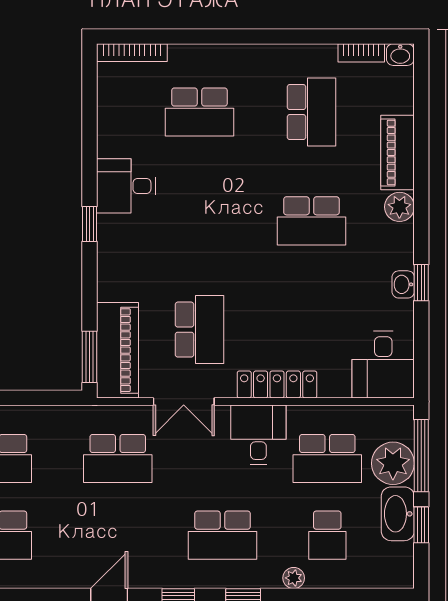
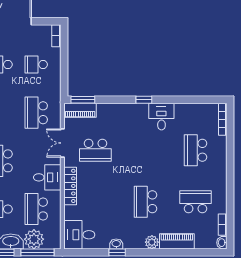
school desk: (311, 112) -> (195, 202), turned 180
piano: (118, 350) -> (80, 110), width x0.73, depth x0.75

